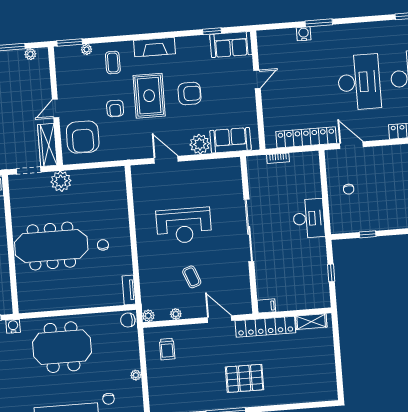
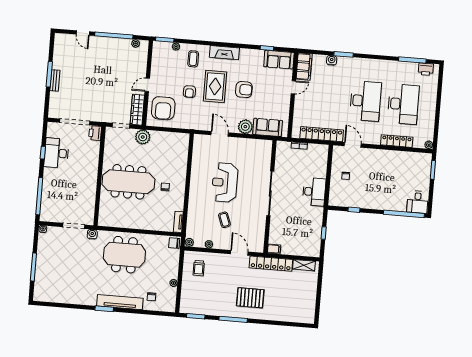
filing cabinet: (267, 48) -> (304, 67), added
reception desk: (184, 226) -> (225, 183), turned 90

